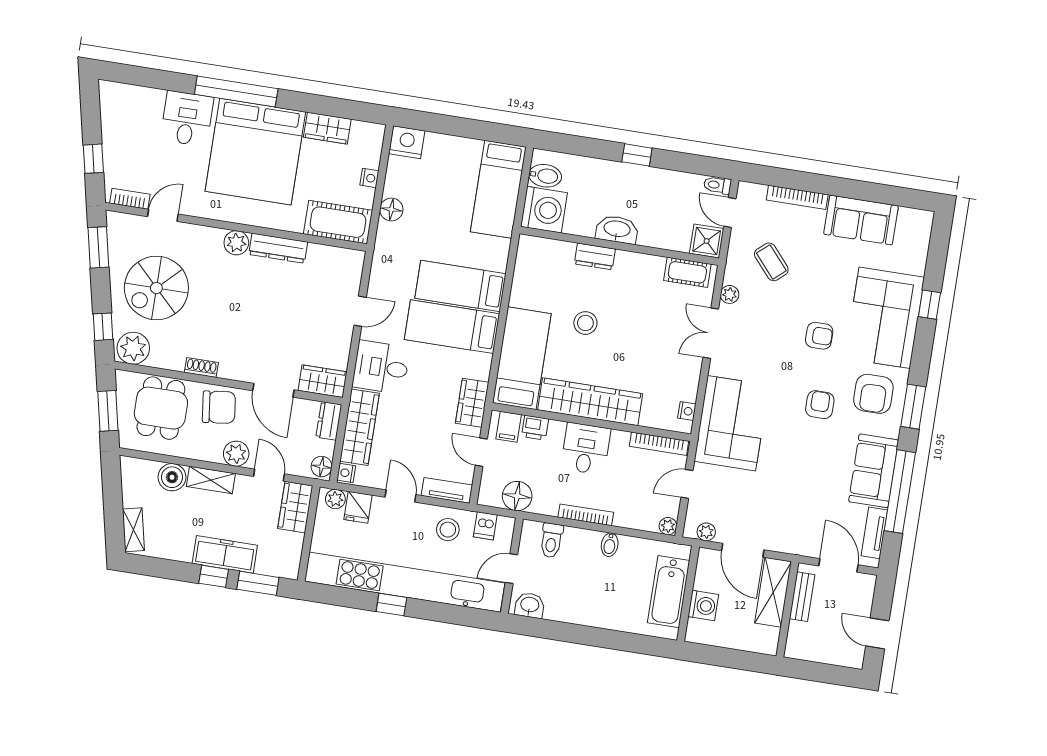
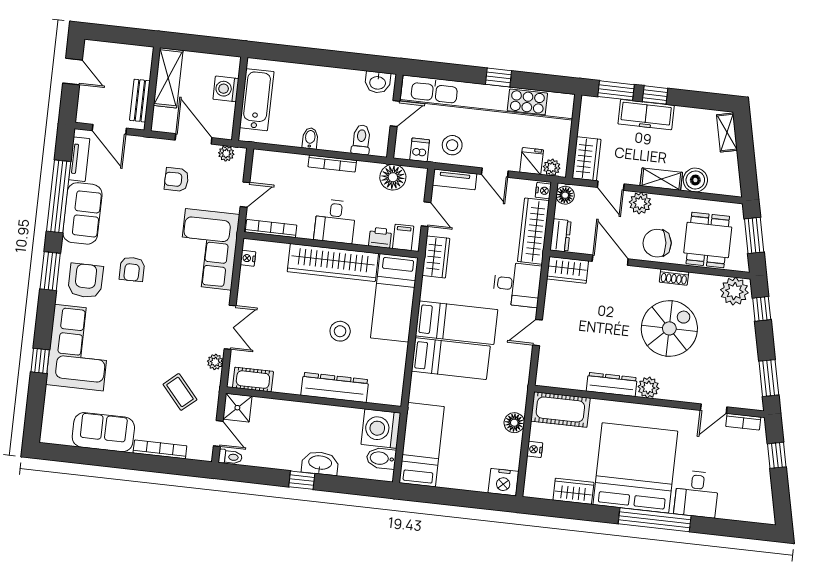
washbasin: (617, 229) -> (320, 463), moved, turned 180
dresser: (595, 256) -> (335, 388), width x1.96, depth x1.24
spiral stairs: (156, 288) -> (669, 328), moved
armchair: (819, 336) -> (176, 180), moved
plant: (668, 526) -> (260, 157), removed
shelving: (773, 592) -> (168, 78), moved

